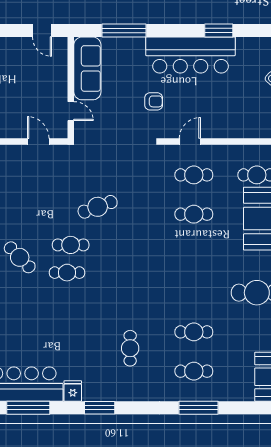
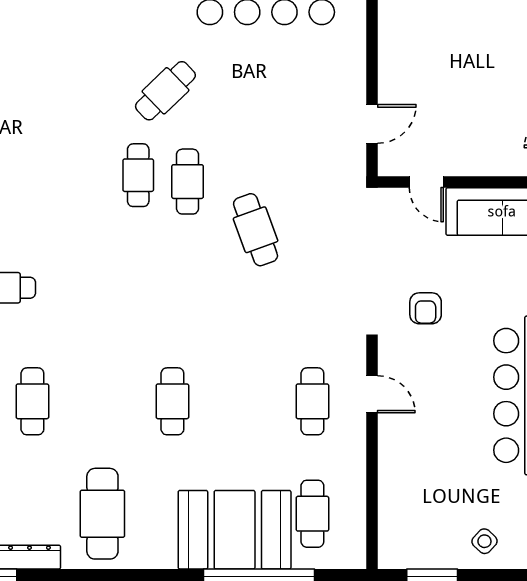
armchair: (154, 101) -> (426, 308), moved
door: (71, 111) -> (426, 182), hinge flipped
cafe table: (194, 214) -> (172, 401), moved

